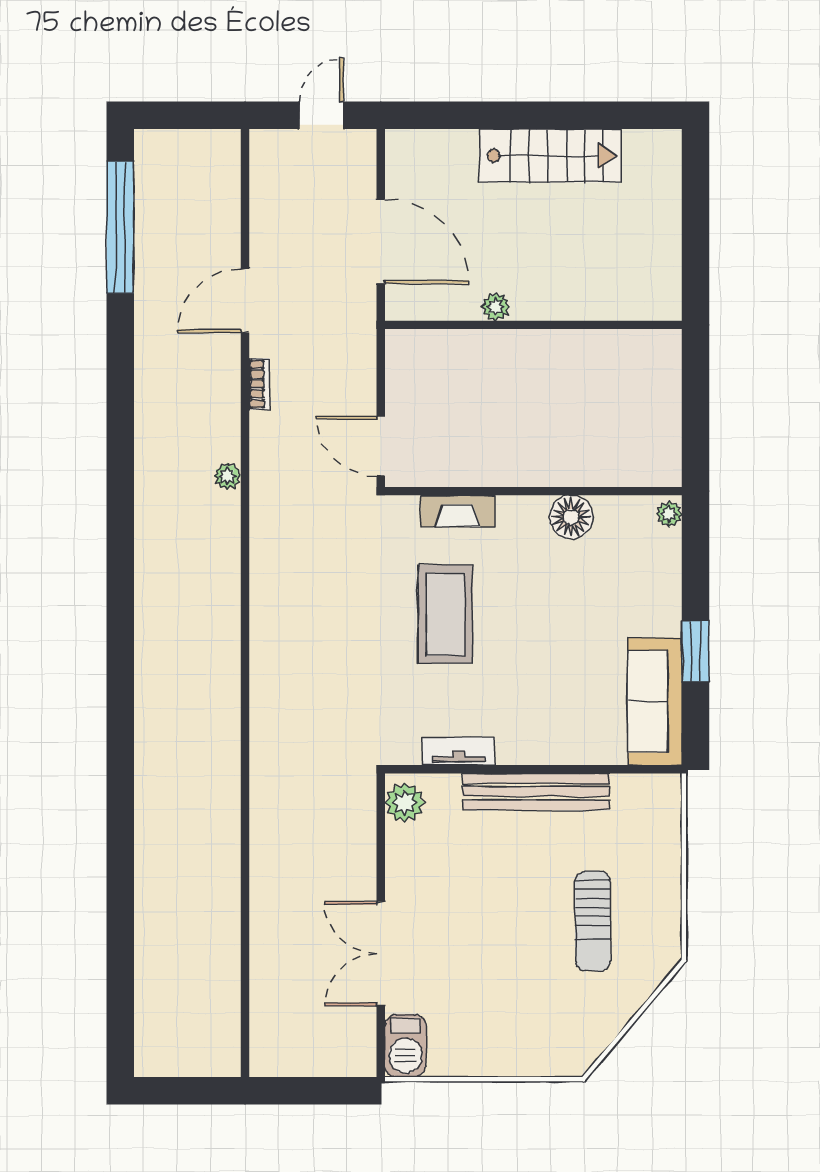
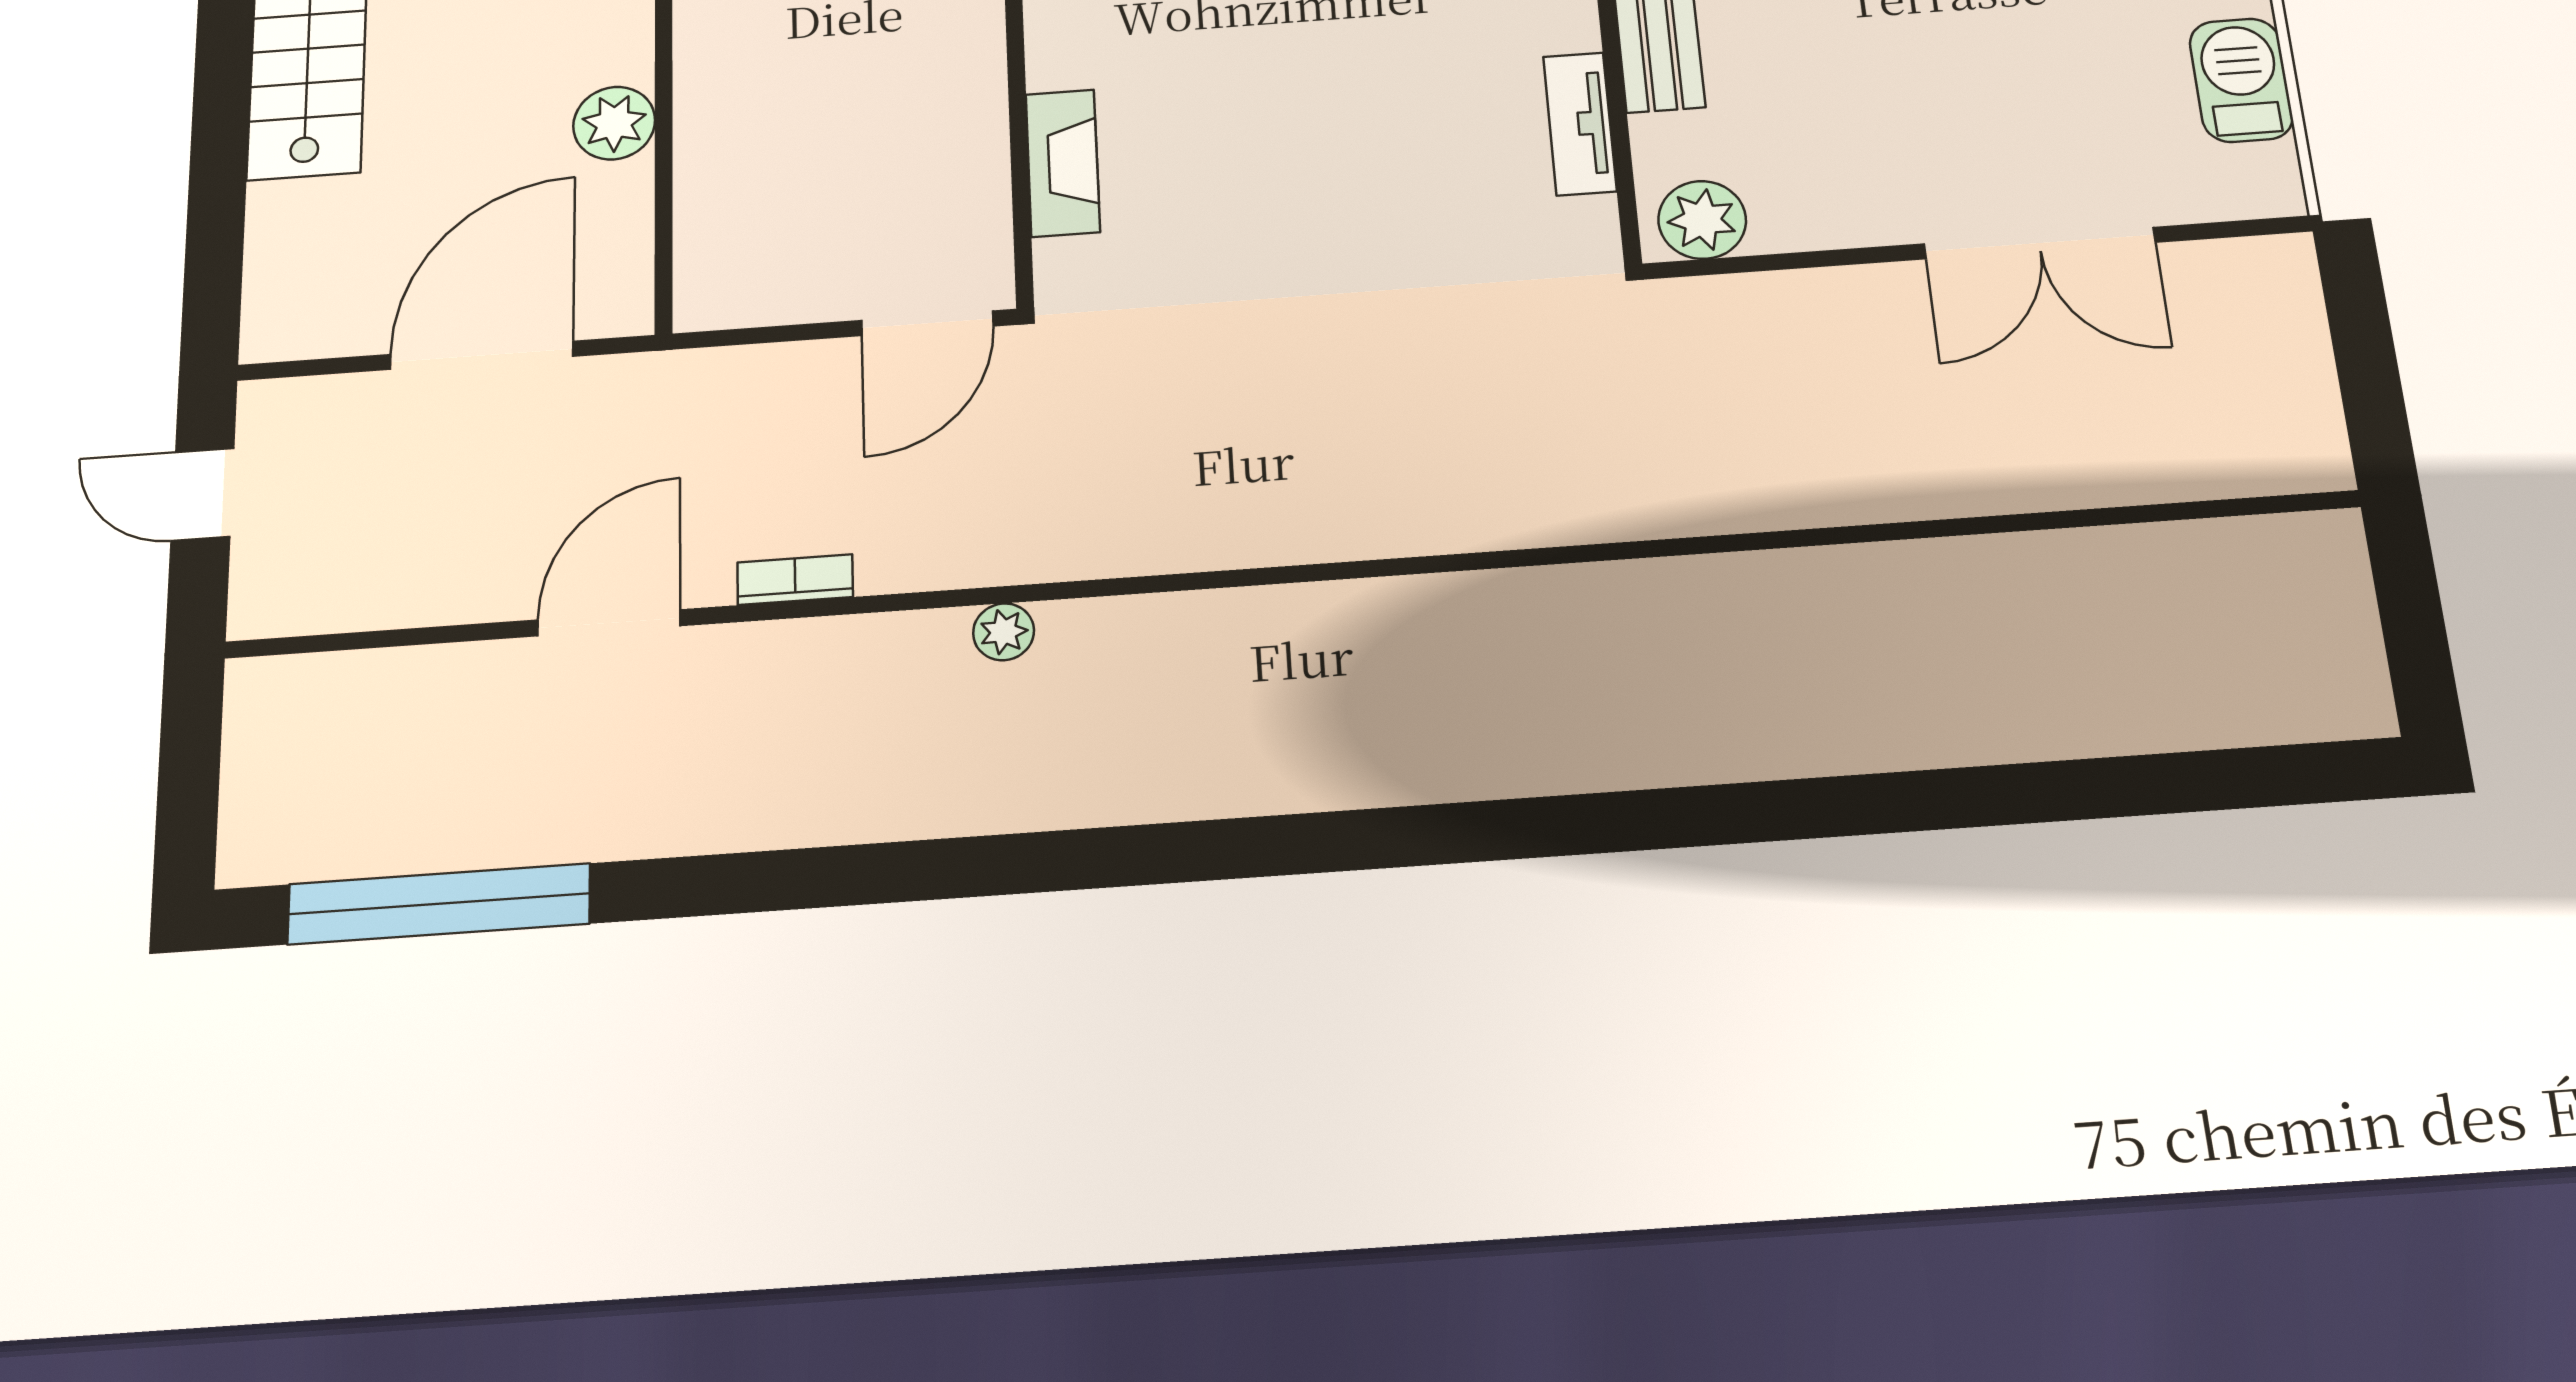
door: (245, 301) -> (609, 623), swing flipped
plant: (496, 307) -> (614, 123), width x1.38, depth x1.38
coffee table: (445, 614) -> (1286, 171), removed
barbecue: (405, 1046) -> (2241, 80), moved, turned -90

